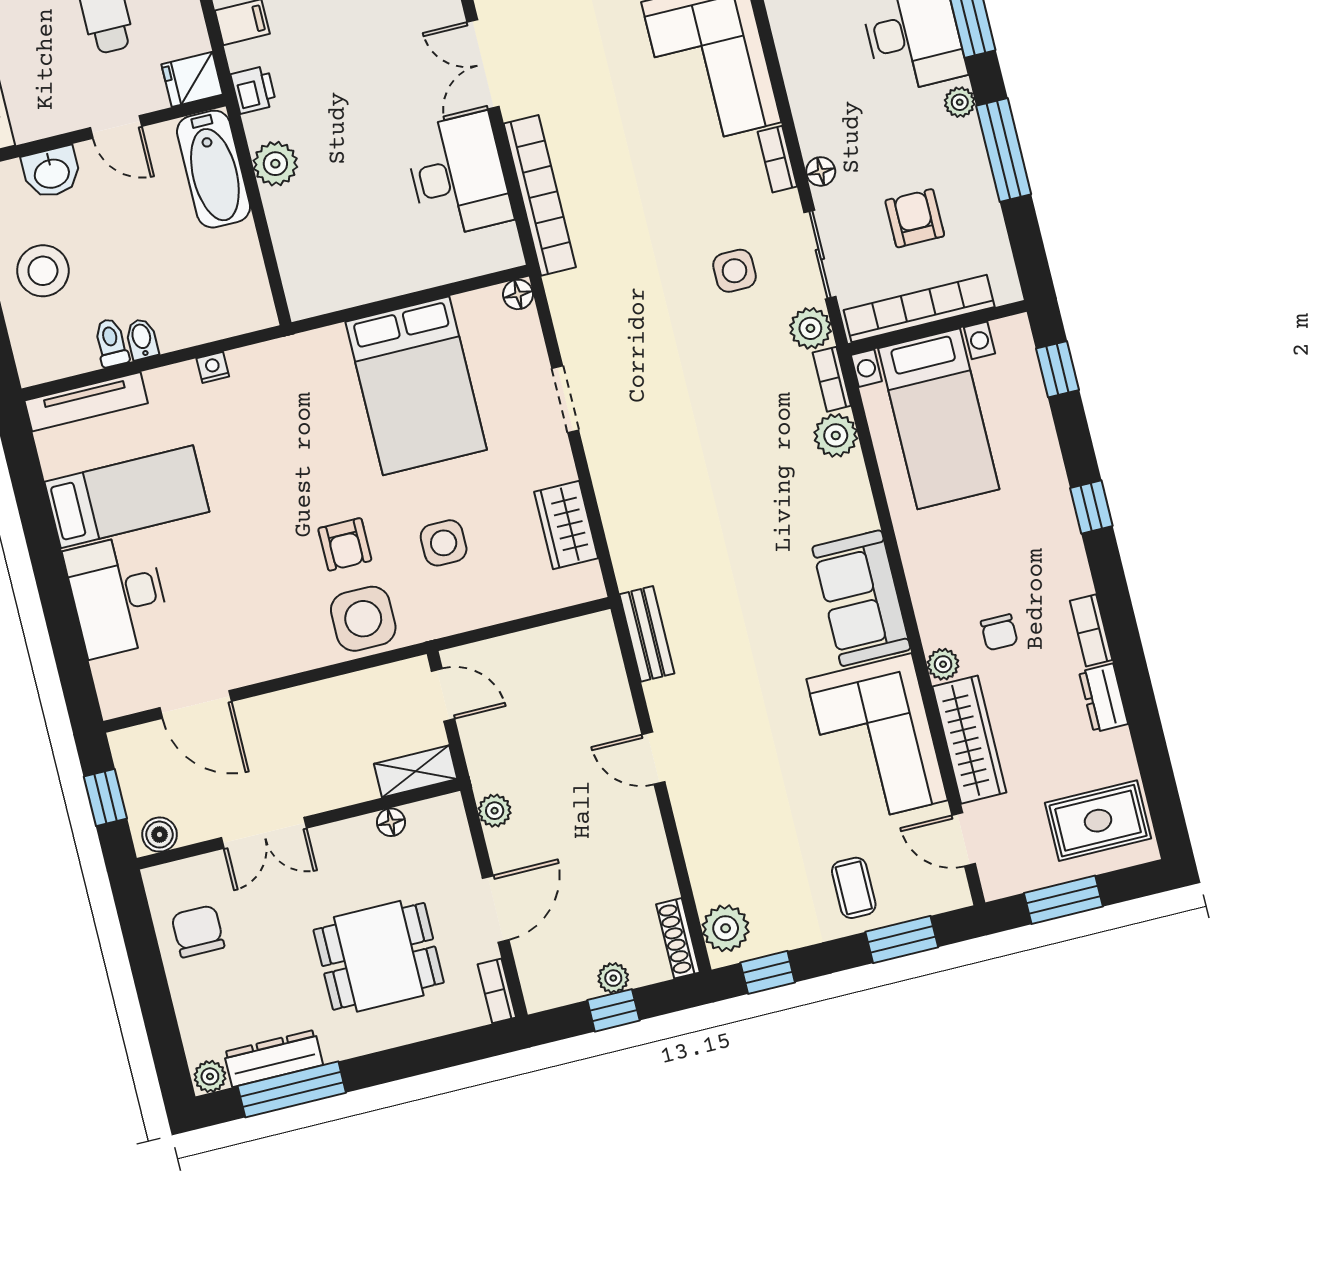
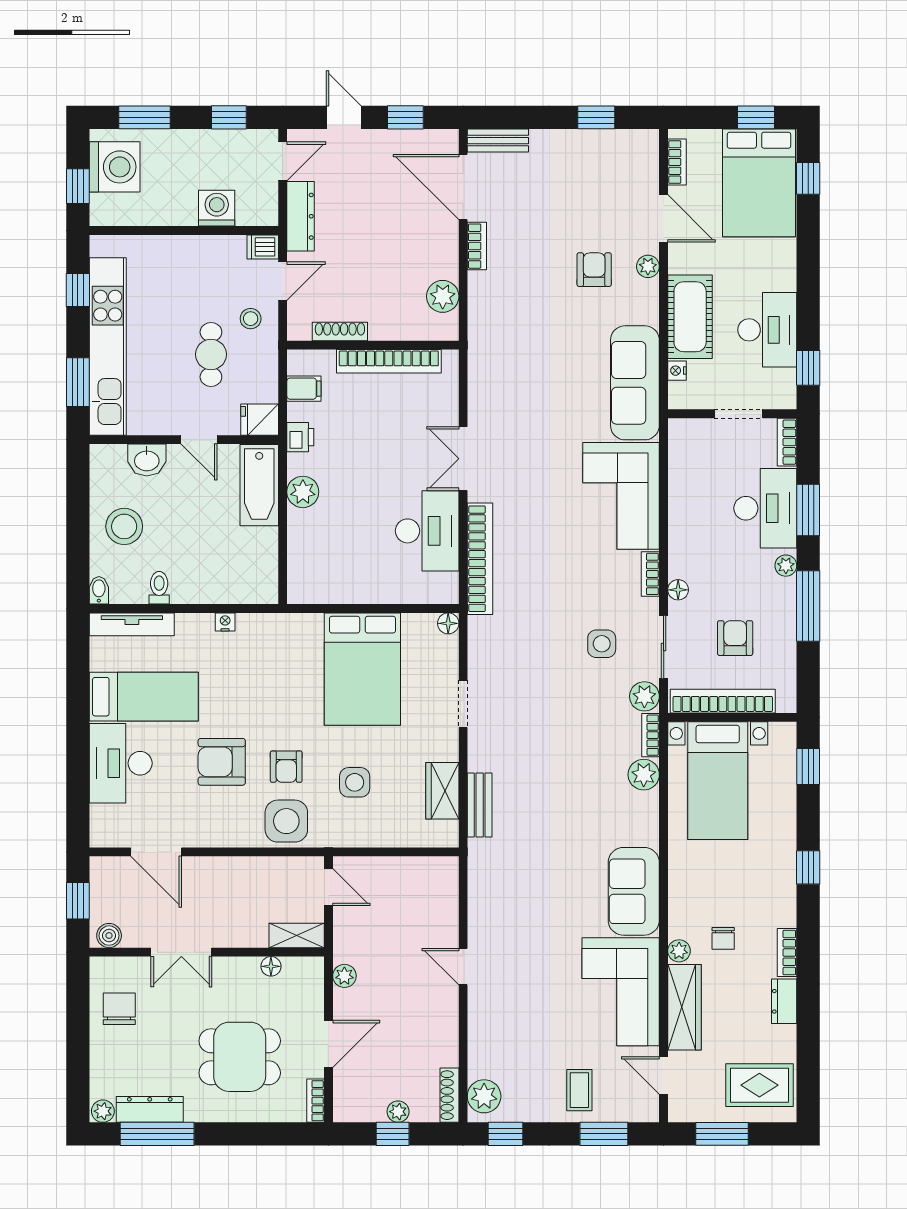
bidet: (142, 339) -> (99, 590), moved
armchair: (255, 559) -> (222, 762), added
bench: (647, 634) -> (480, 805), moved

